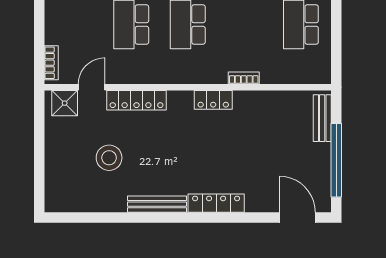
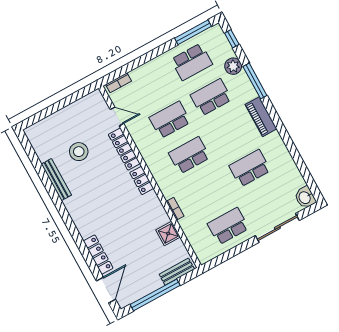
locker: (213, 100) -> (142, 180), moved
shower: (65, 103) -> (168, 234), moved
locker: (216, 203) -> (98, 255), moved
bench: (157, 204) -> (56, 180), moved

